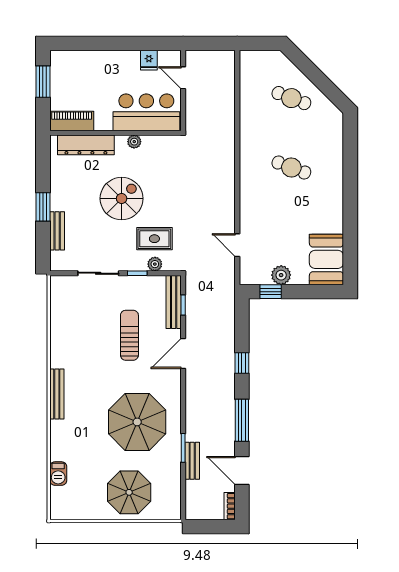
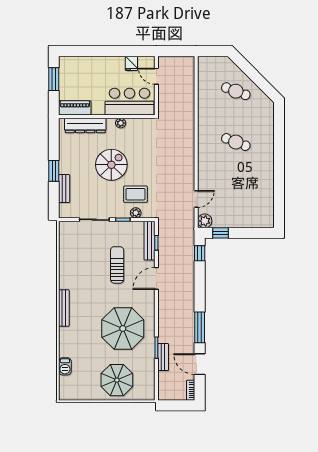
door: (237, 245) -> (196, 199), swing flipped
booth: (326, 259) -> (262, 209), removed
plant: (281, 275) -> (205, 221), moved
window: (242, 363) -> (200, 253), moved

